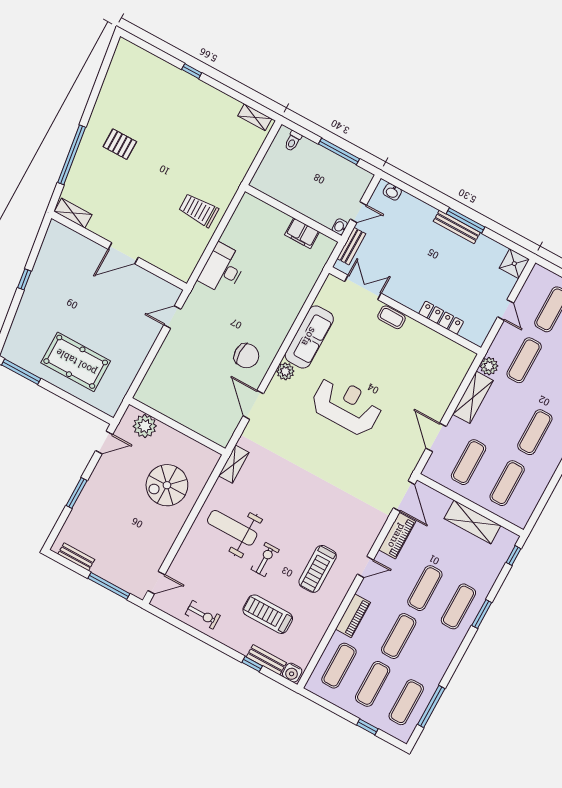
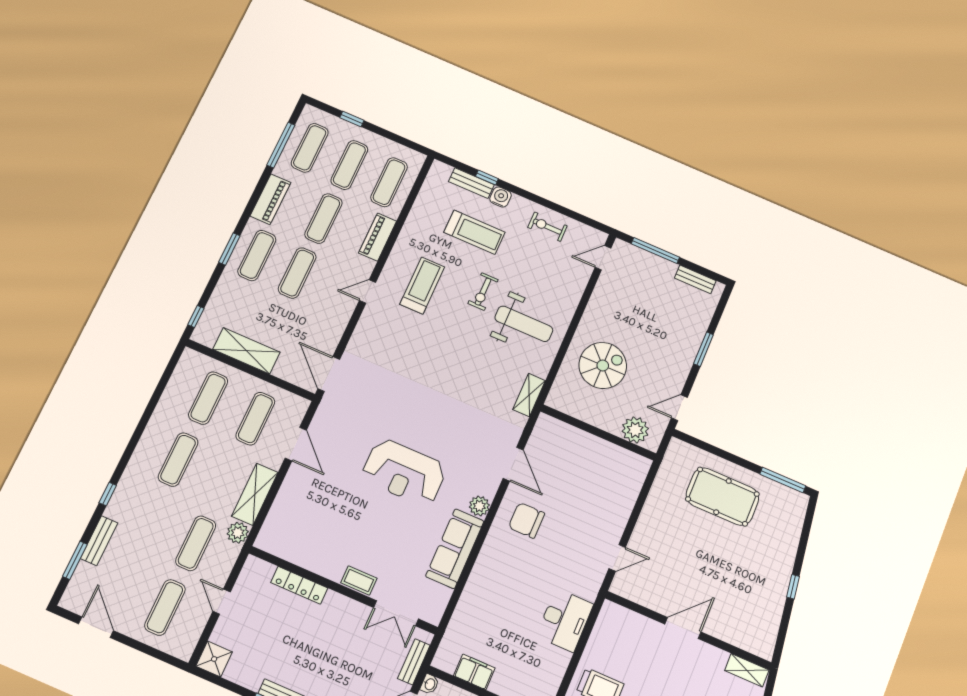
piano: (397, 536) -> (270, 199), moved, turned 180
water cooler: (292, 673) -> (501, 197), moved

